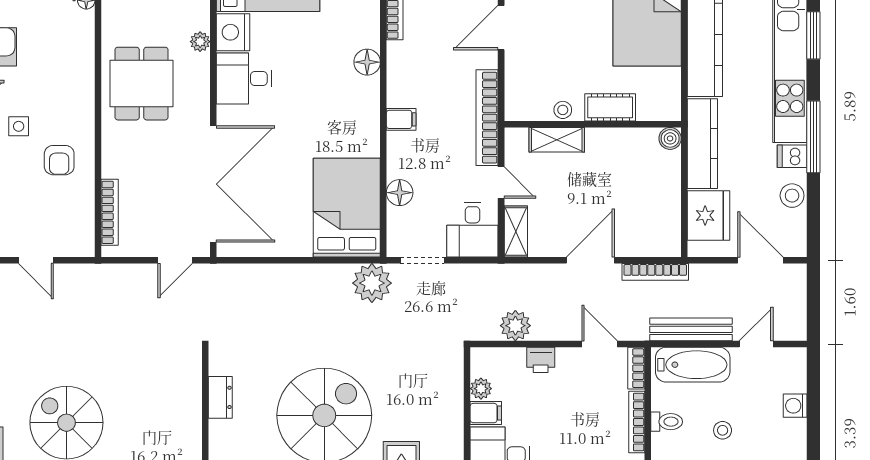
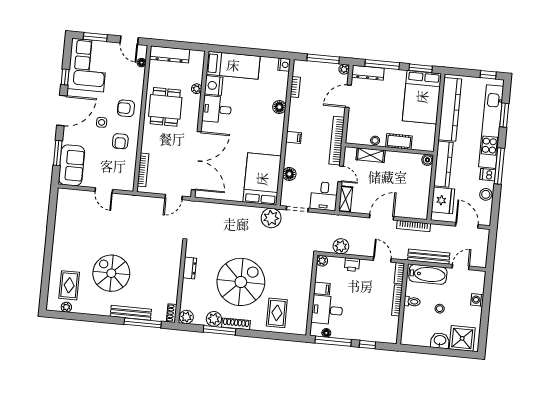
armchair: (64, 94) -> (126, 108), added
plant: (481, 389) -> (322, 261), moved

